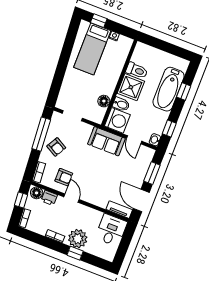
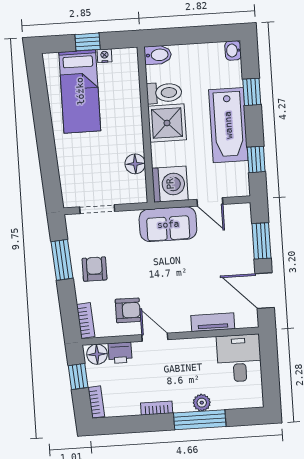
window: (99, 21) -> (88, 42), moved
bathtub: (169, 89) -> (228, 125), moved
bidet: (121, 104) -> (158, 55), moved
window: (41, 134) -> (62, 260), width x0.69
washbasin: (155, 140) -> (233, 50), moved
armchair: (56, 147) -> (94, 269), turned -119
tv unit: (119, 210) -> (213, 322), moved
plant: (78, 239) -> (202, 403), width x0.53, depth x0.53
window: (75, 253) -> (200, 420), width x2.17

